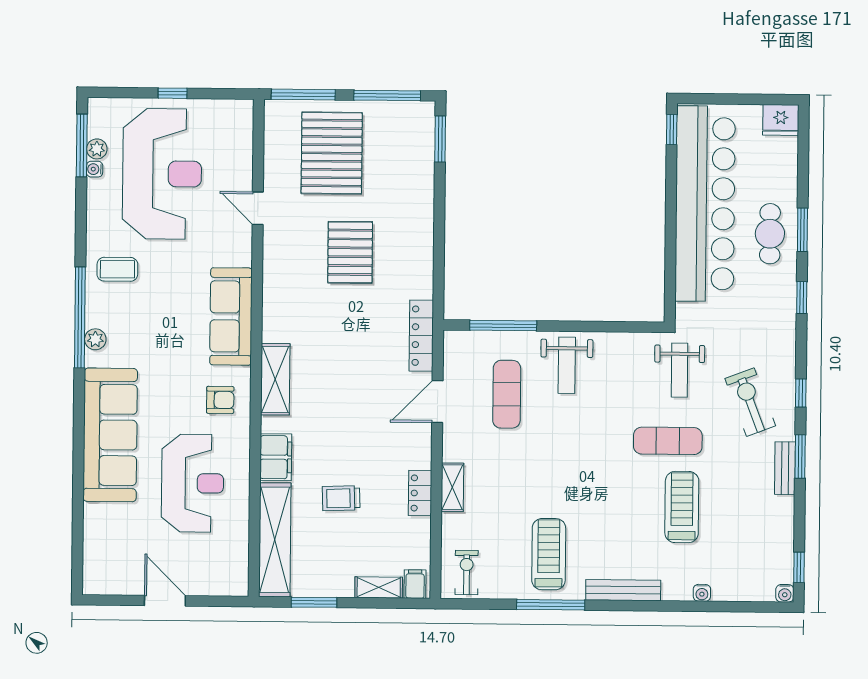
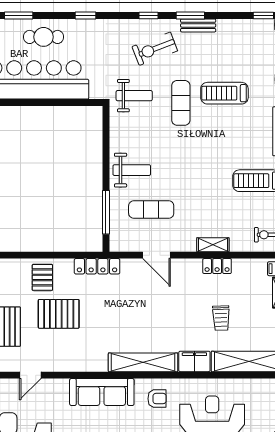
pallet: (406, 228) -> (42, 277), added
window: (802, 230) -> (19, 15), moved
locker: (421, 336) -> (97, 266), moved
shelving: (275, 379) -> (143, 362), width x1.47
armchair: (220, 400) -> (157, 399), turned 90

